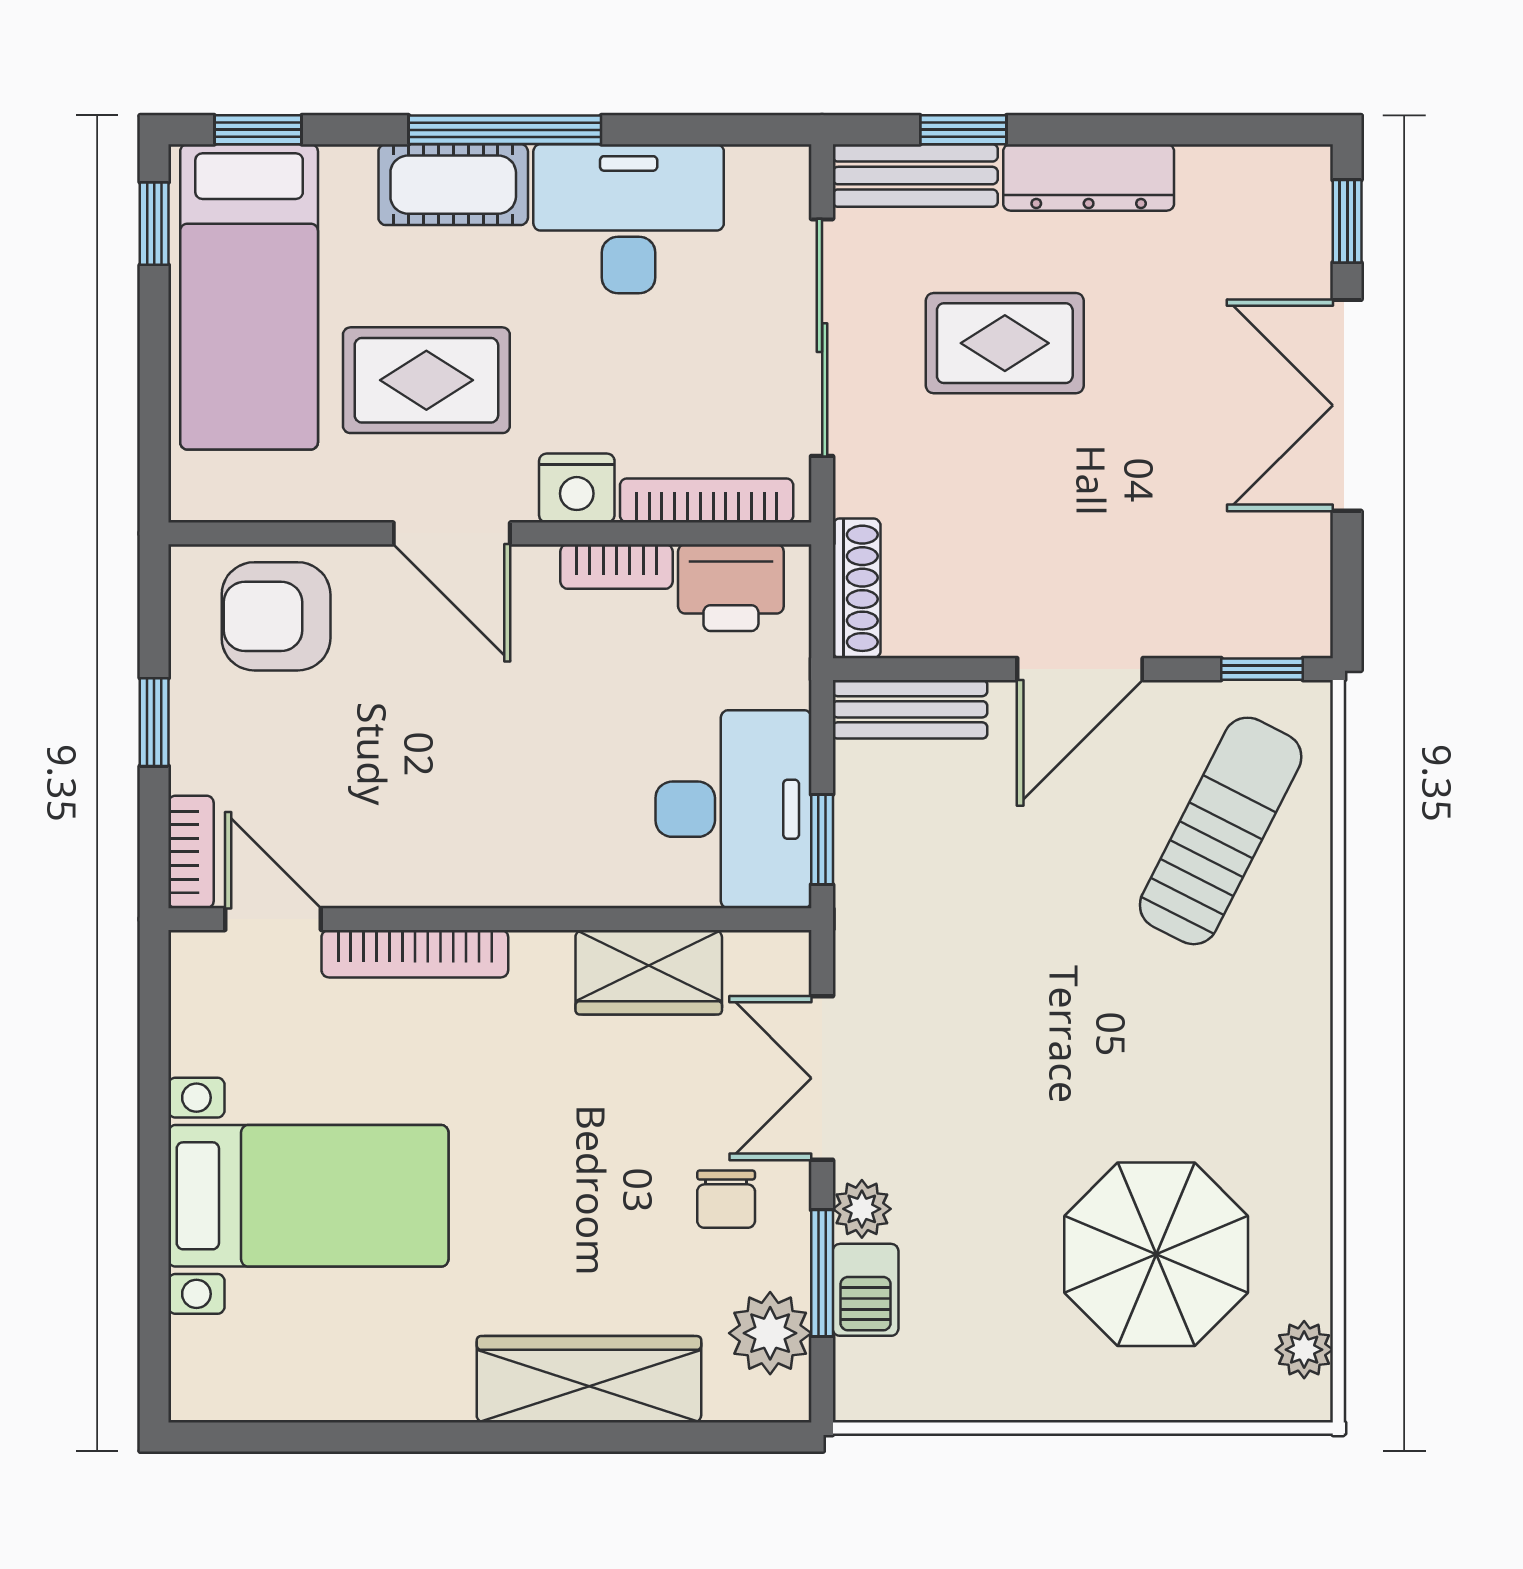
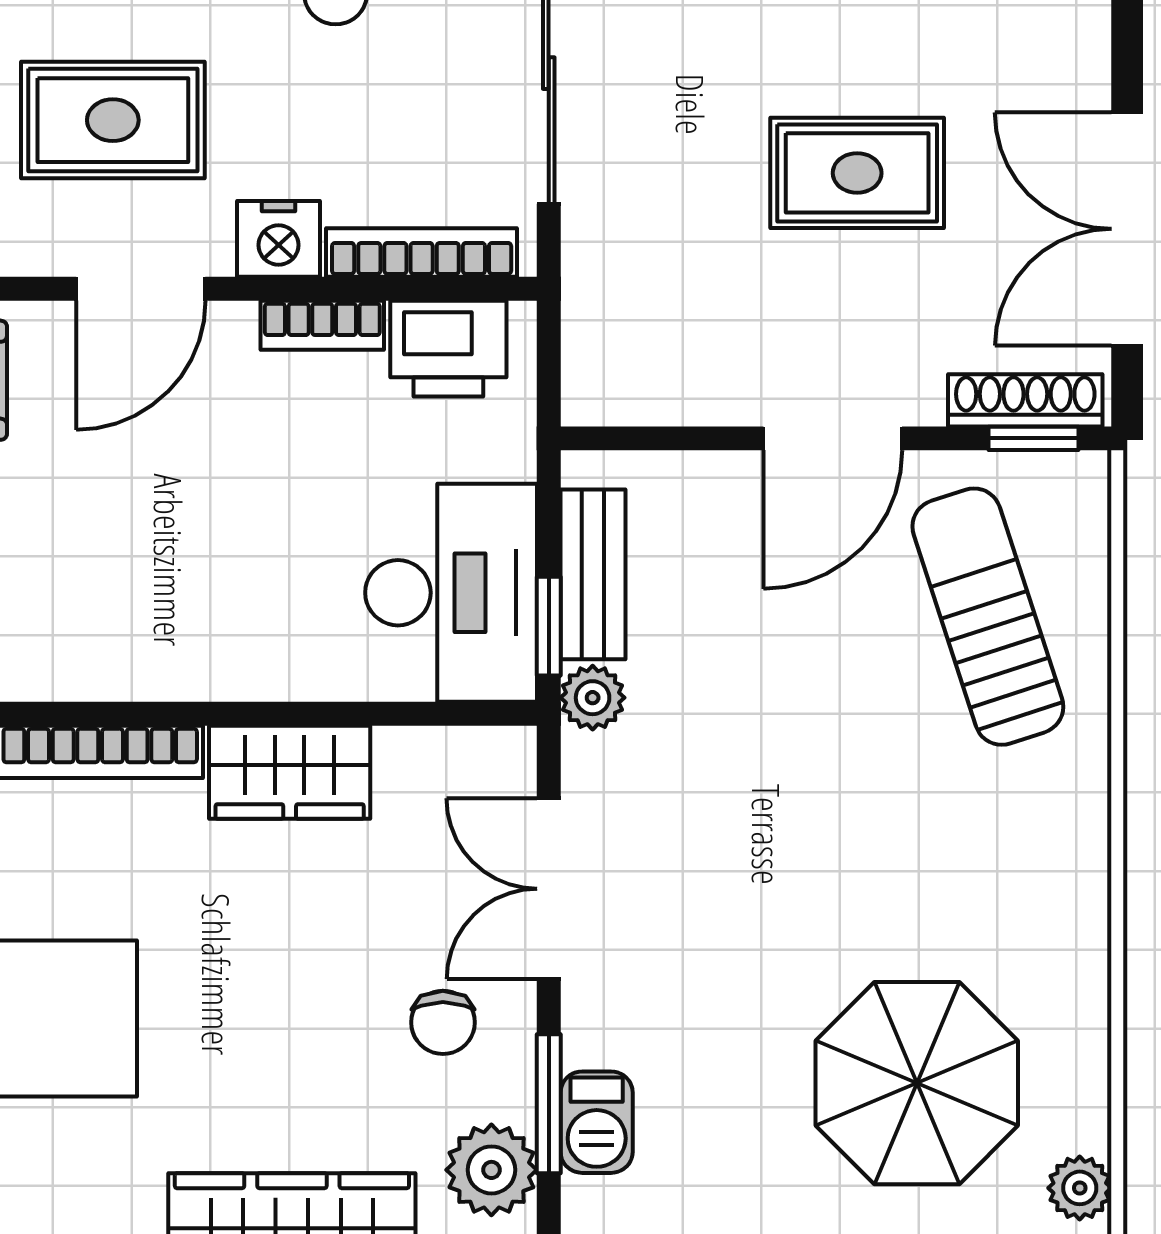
rug: (1005, 343) -> (857, 173), moved
double door: (1347, 405) -> (1127, 229), moved
door: (452, 533) -> (141, 289), hinge flipped
shoe rack: (857, 588) -> (1025, 400), moved, turned -90
bench: (910, 709) -> (593, 574), moved, turned 90
sun lounger: (1221, 831) -> (988, 617), turned -45
wardrobe: (649, 972) -> (290, 772), moved
plant: (862, 1209) -> (593, 698), moved

